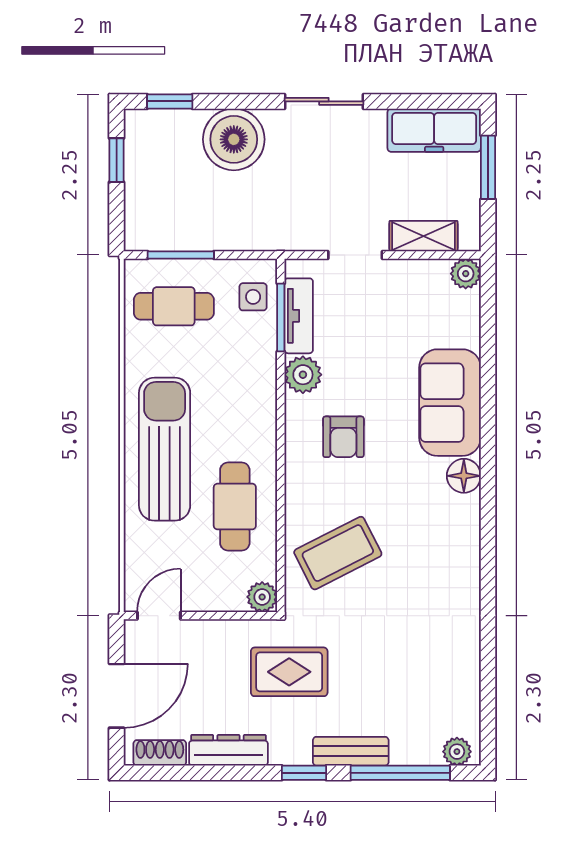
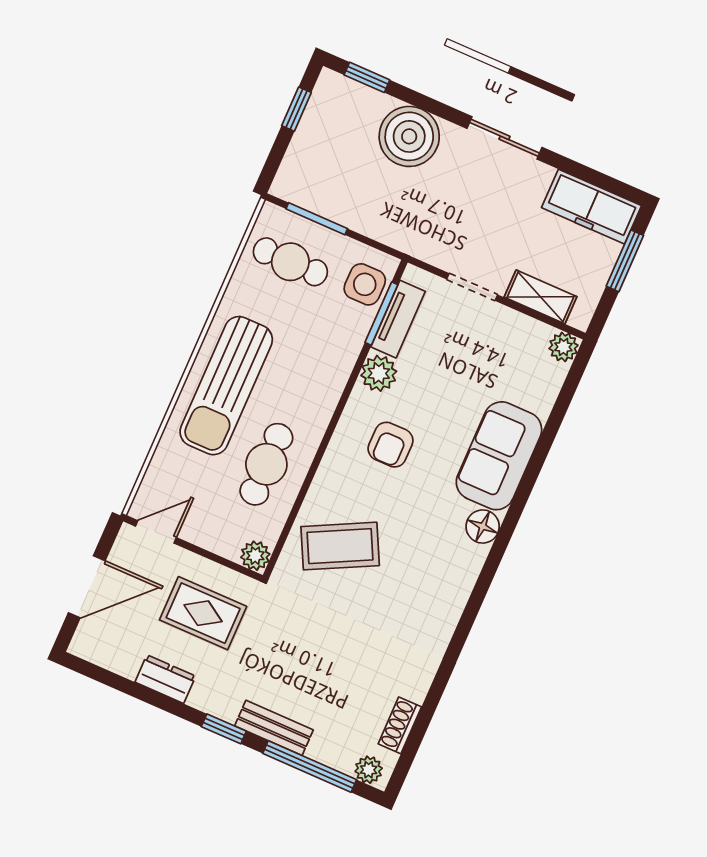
side table: (253, 297) -> (365, 284), width x1.37, depth x1.37
sun lounger: (165, 449) -> (226, 386), turned 180
rug: (289, 672) -> (203, 613), moved
dresser: (228, 750) -> (165, 679), width x0.70
shoe rack: (160, 753) -> (400, 725), moved, turned -90

